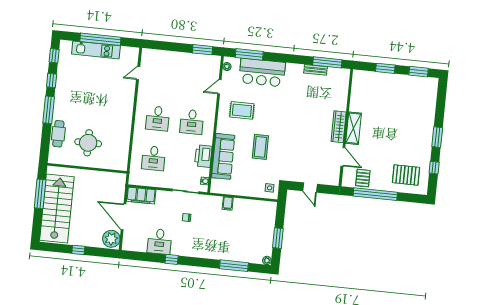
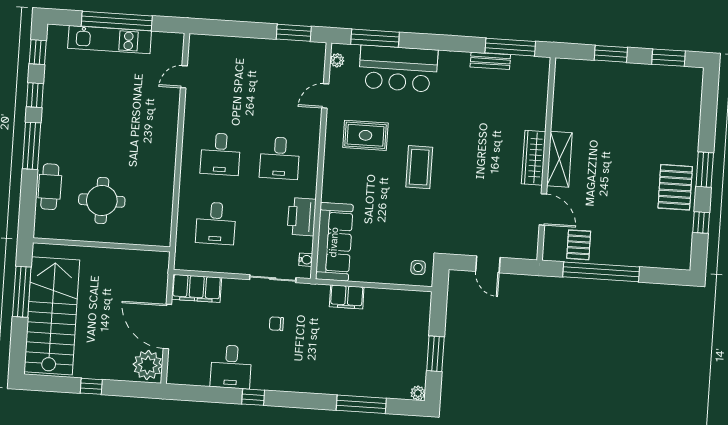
coffee table: (260, 147) -> (419, 167), moved
sofa: (223, 156) -> (334, 242), moved
pallet: (406, 175) -> (675, 187), moved, turned 90
filing cabinet: (228, 203) -> (347, 297), width x2.00

